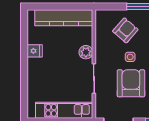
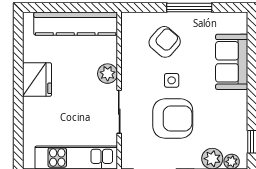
fridge: (35, 51) -> (37, 80), width x1.88, depth x1.34
armchair: (131, 83) -> (173, 119), turned 90

